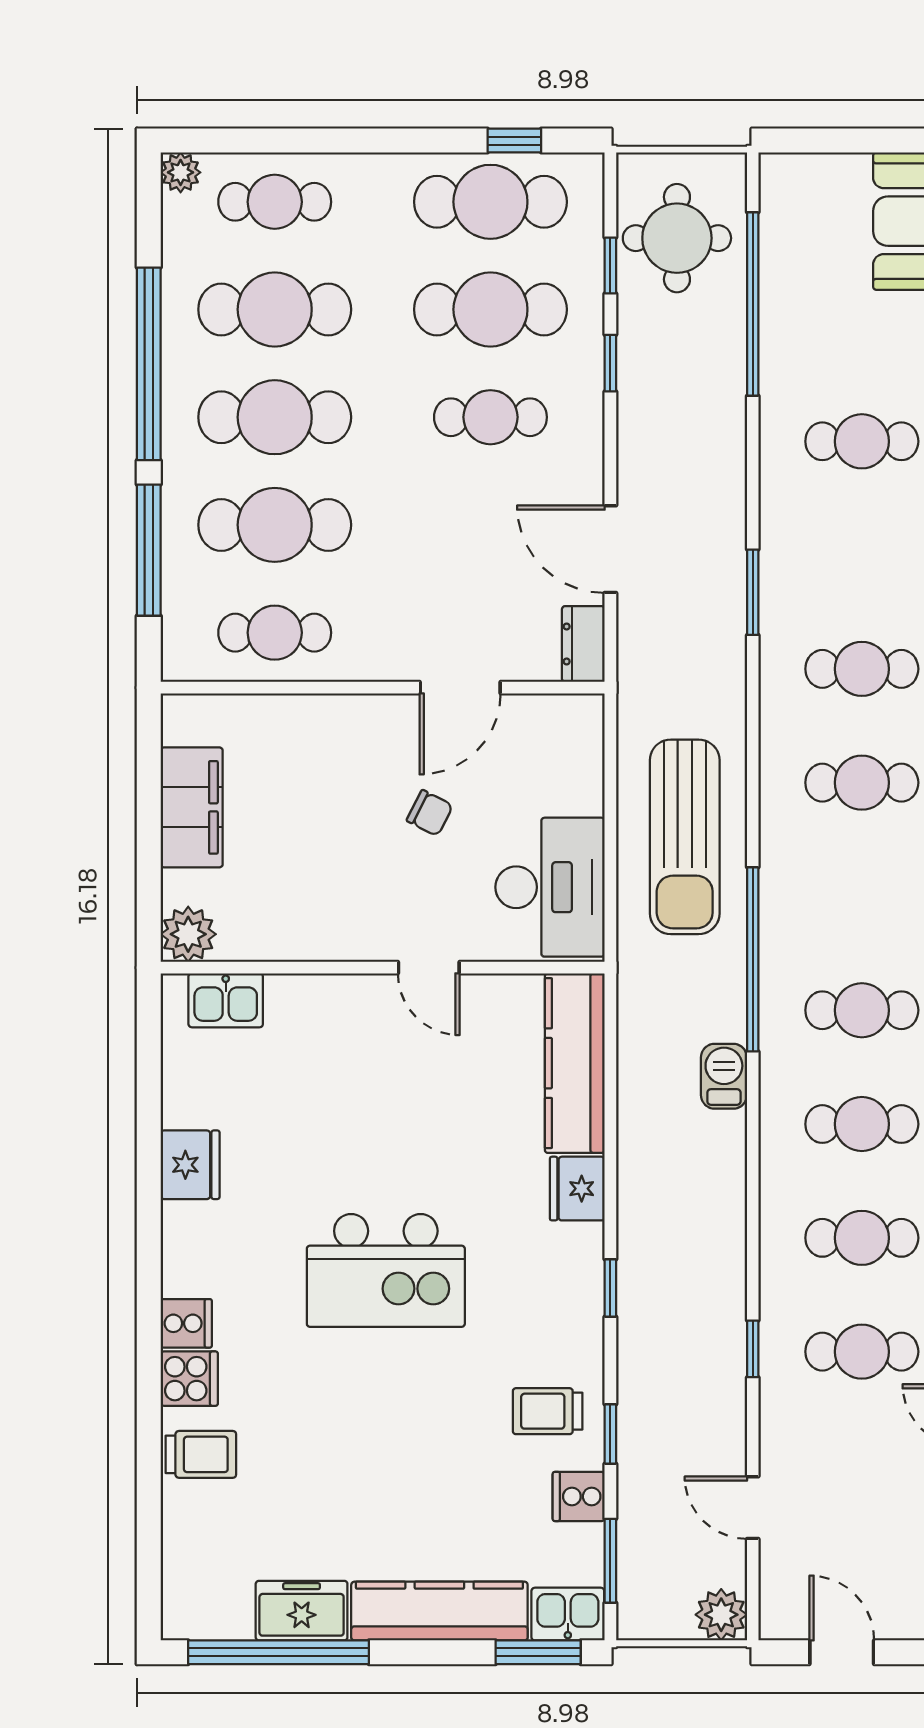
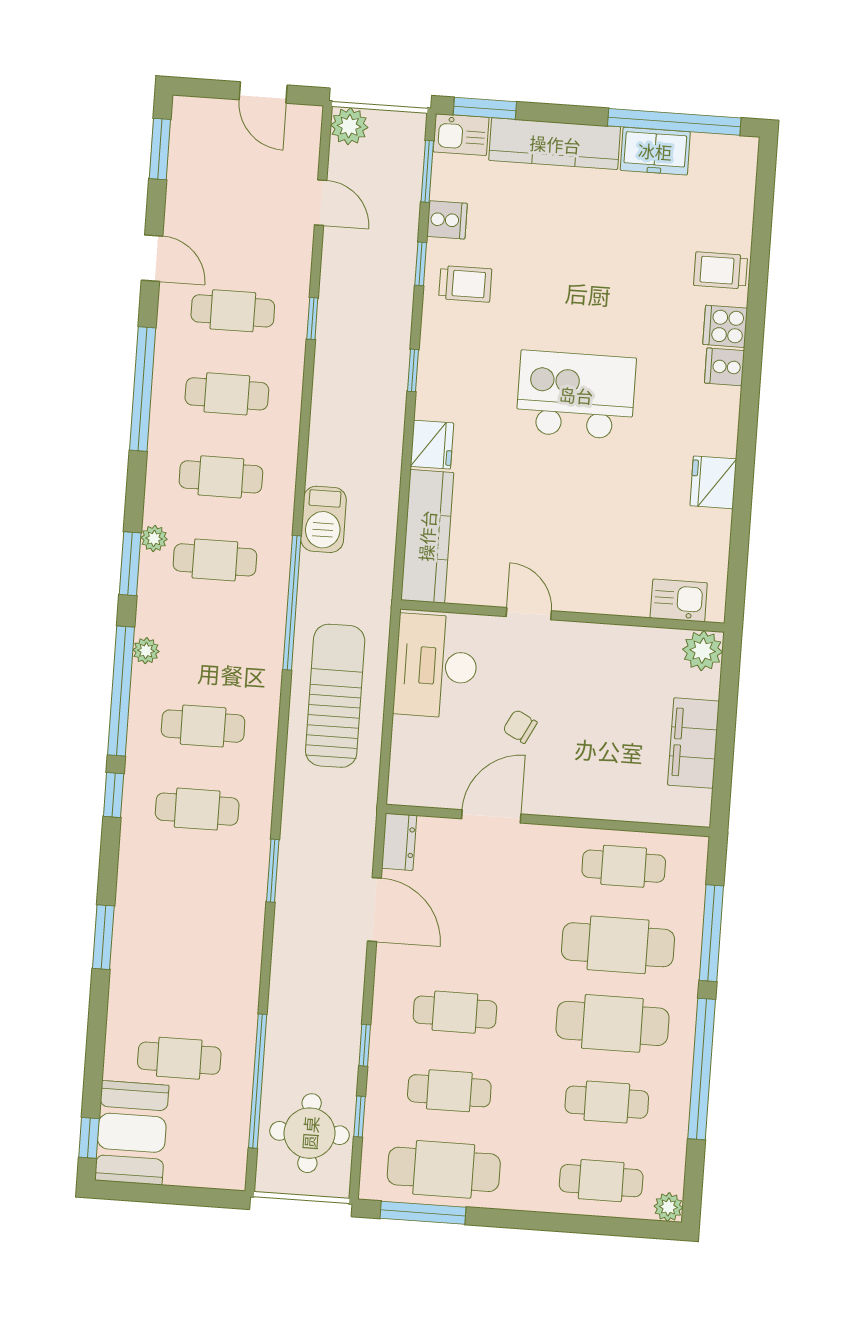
window: (514, 141) -> (423, 1213), width x2.17
cafe table: (275, 309) -> (607, 1102), width x0.73, depth x0.74
cafe table: (490, 309) -> (449, 1091), width x0.73, depth x0.74
cafe table: (862, 441) -> (179, 1058), moved
barbecue: (724, 1076) -> (323, 519), width x1.38, depth x1.27

